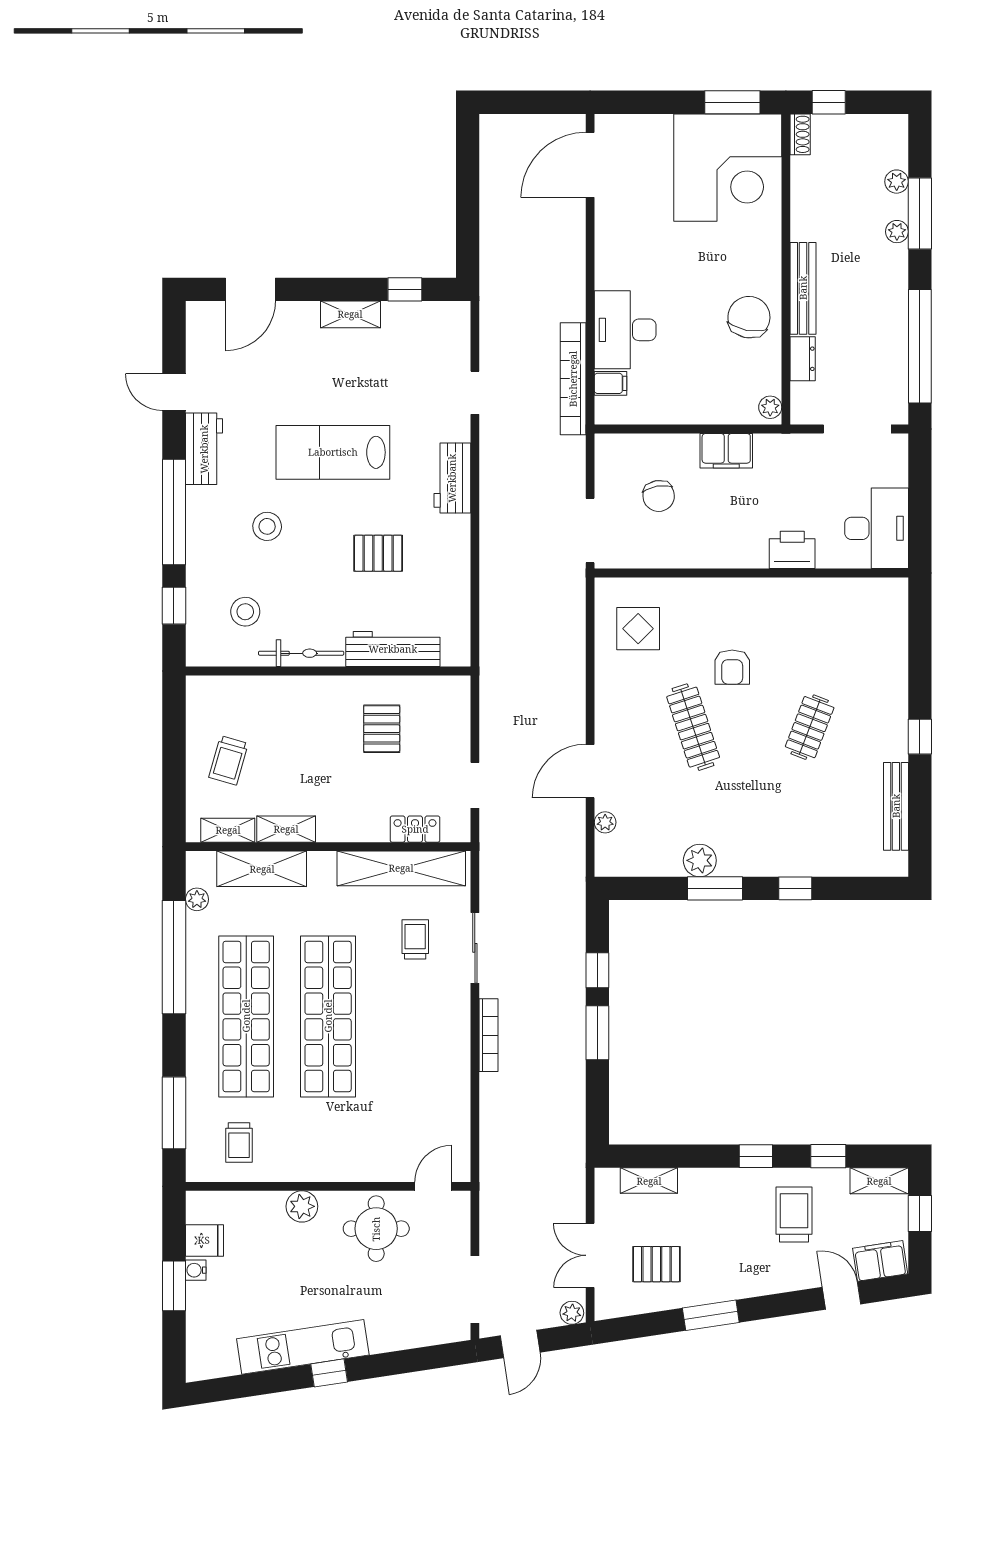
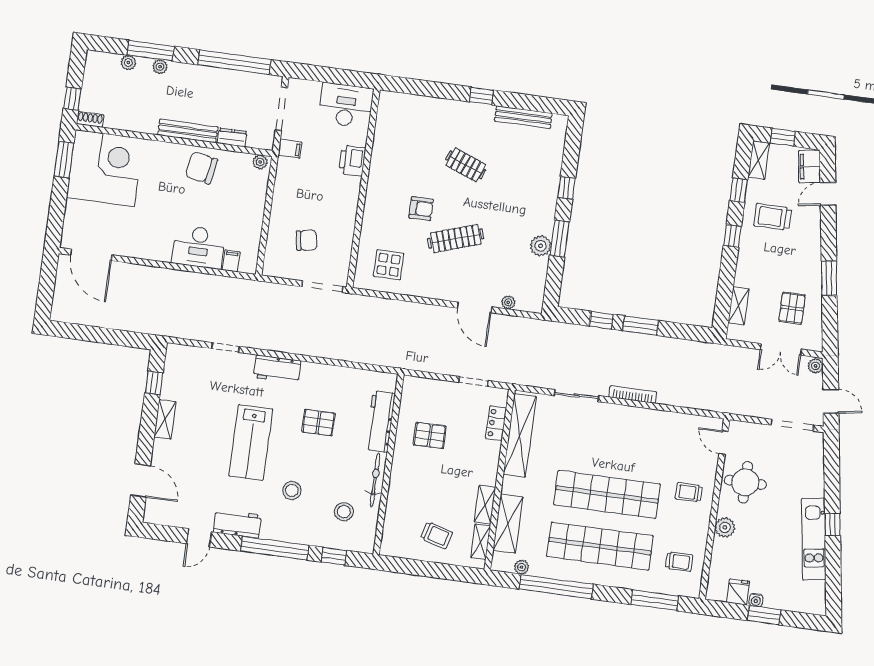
bookcase: (573, 379) -> (225, 284), removed
filing cabinet: (726, 451) -> (290, 149), moved, width x0.50
pallet: (378, 553) -> (318, 423), turned 90
trolley: (415, 939) -> (689, 492), moved

